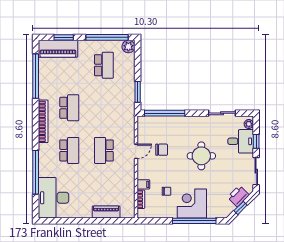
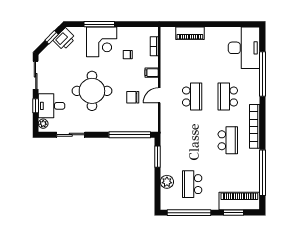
plant: (128, 47) -> (167, 182), moved
school desk: (69, 108) -> (228, 140), turned 180
round table: (201, 156) -> (92, 91), width x1.36, depth x1.36
filing cabinet: (143, 184) -> (152, 73), moved
printer: (238, 196) -> (64, 39), moved
window: (194, 221) -> (99, 24), width x0.68

